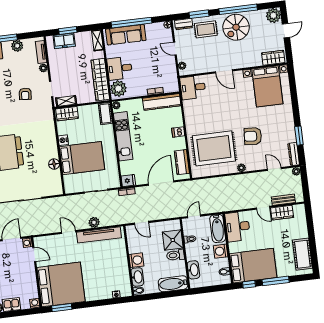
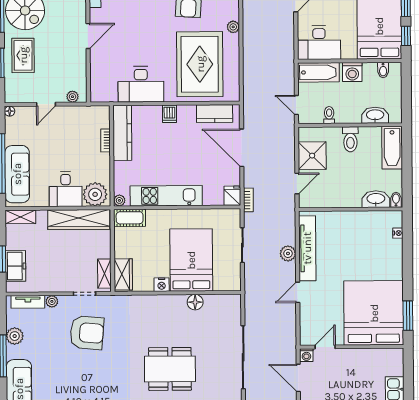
dresser: (184, 24) -> (11, 87), removed
desk: (193, 87) -> (141, 84), moved, width x1.37
armchair: (25, 94) -> (87, 333), width x1.88, depth x1.88
shower: (173, 240) -> (312, 156), moved
washing machine: (136, 260) -> (351, 198), removed
washing machine: (35, 303) -> (397, 355), removed

